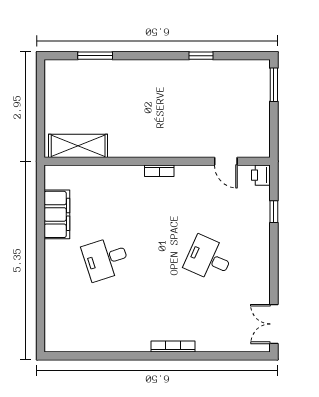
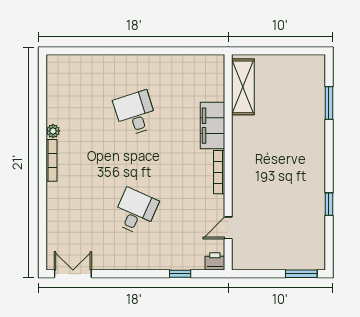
bookcase: (159, 171) -> (219, 172), width x1.56
filing cabinet: (57, 214) -> (213, 126), moved, turned 90
plant: (124, 345) -> (53, 131), added
bookcase: (173, 346) -> (51, 160), moved

